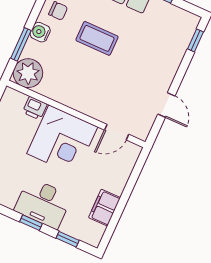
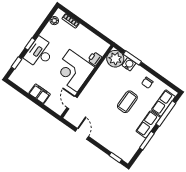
water cooler: (40, 32) -> (129, 64), moved
door: (166, 105) -> (82, 134), swing flipped
filing cabinet: (104, 208) -> (40, 94), moved

